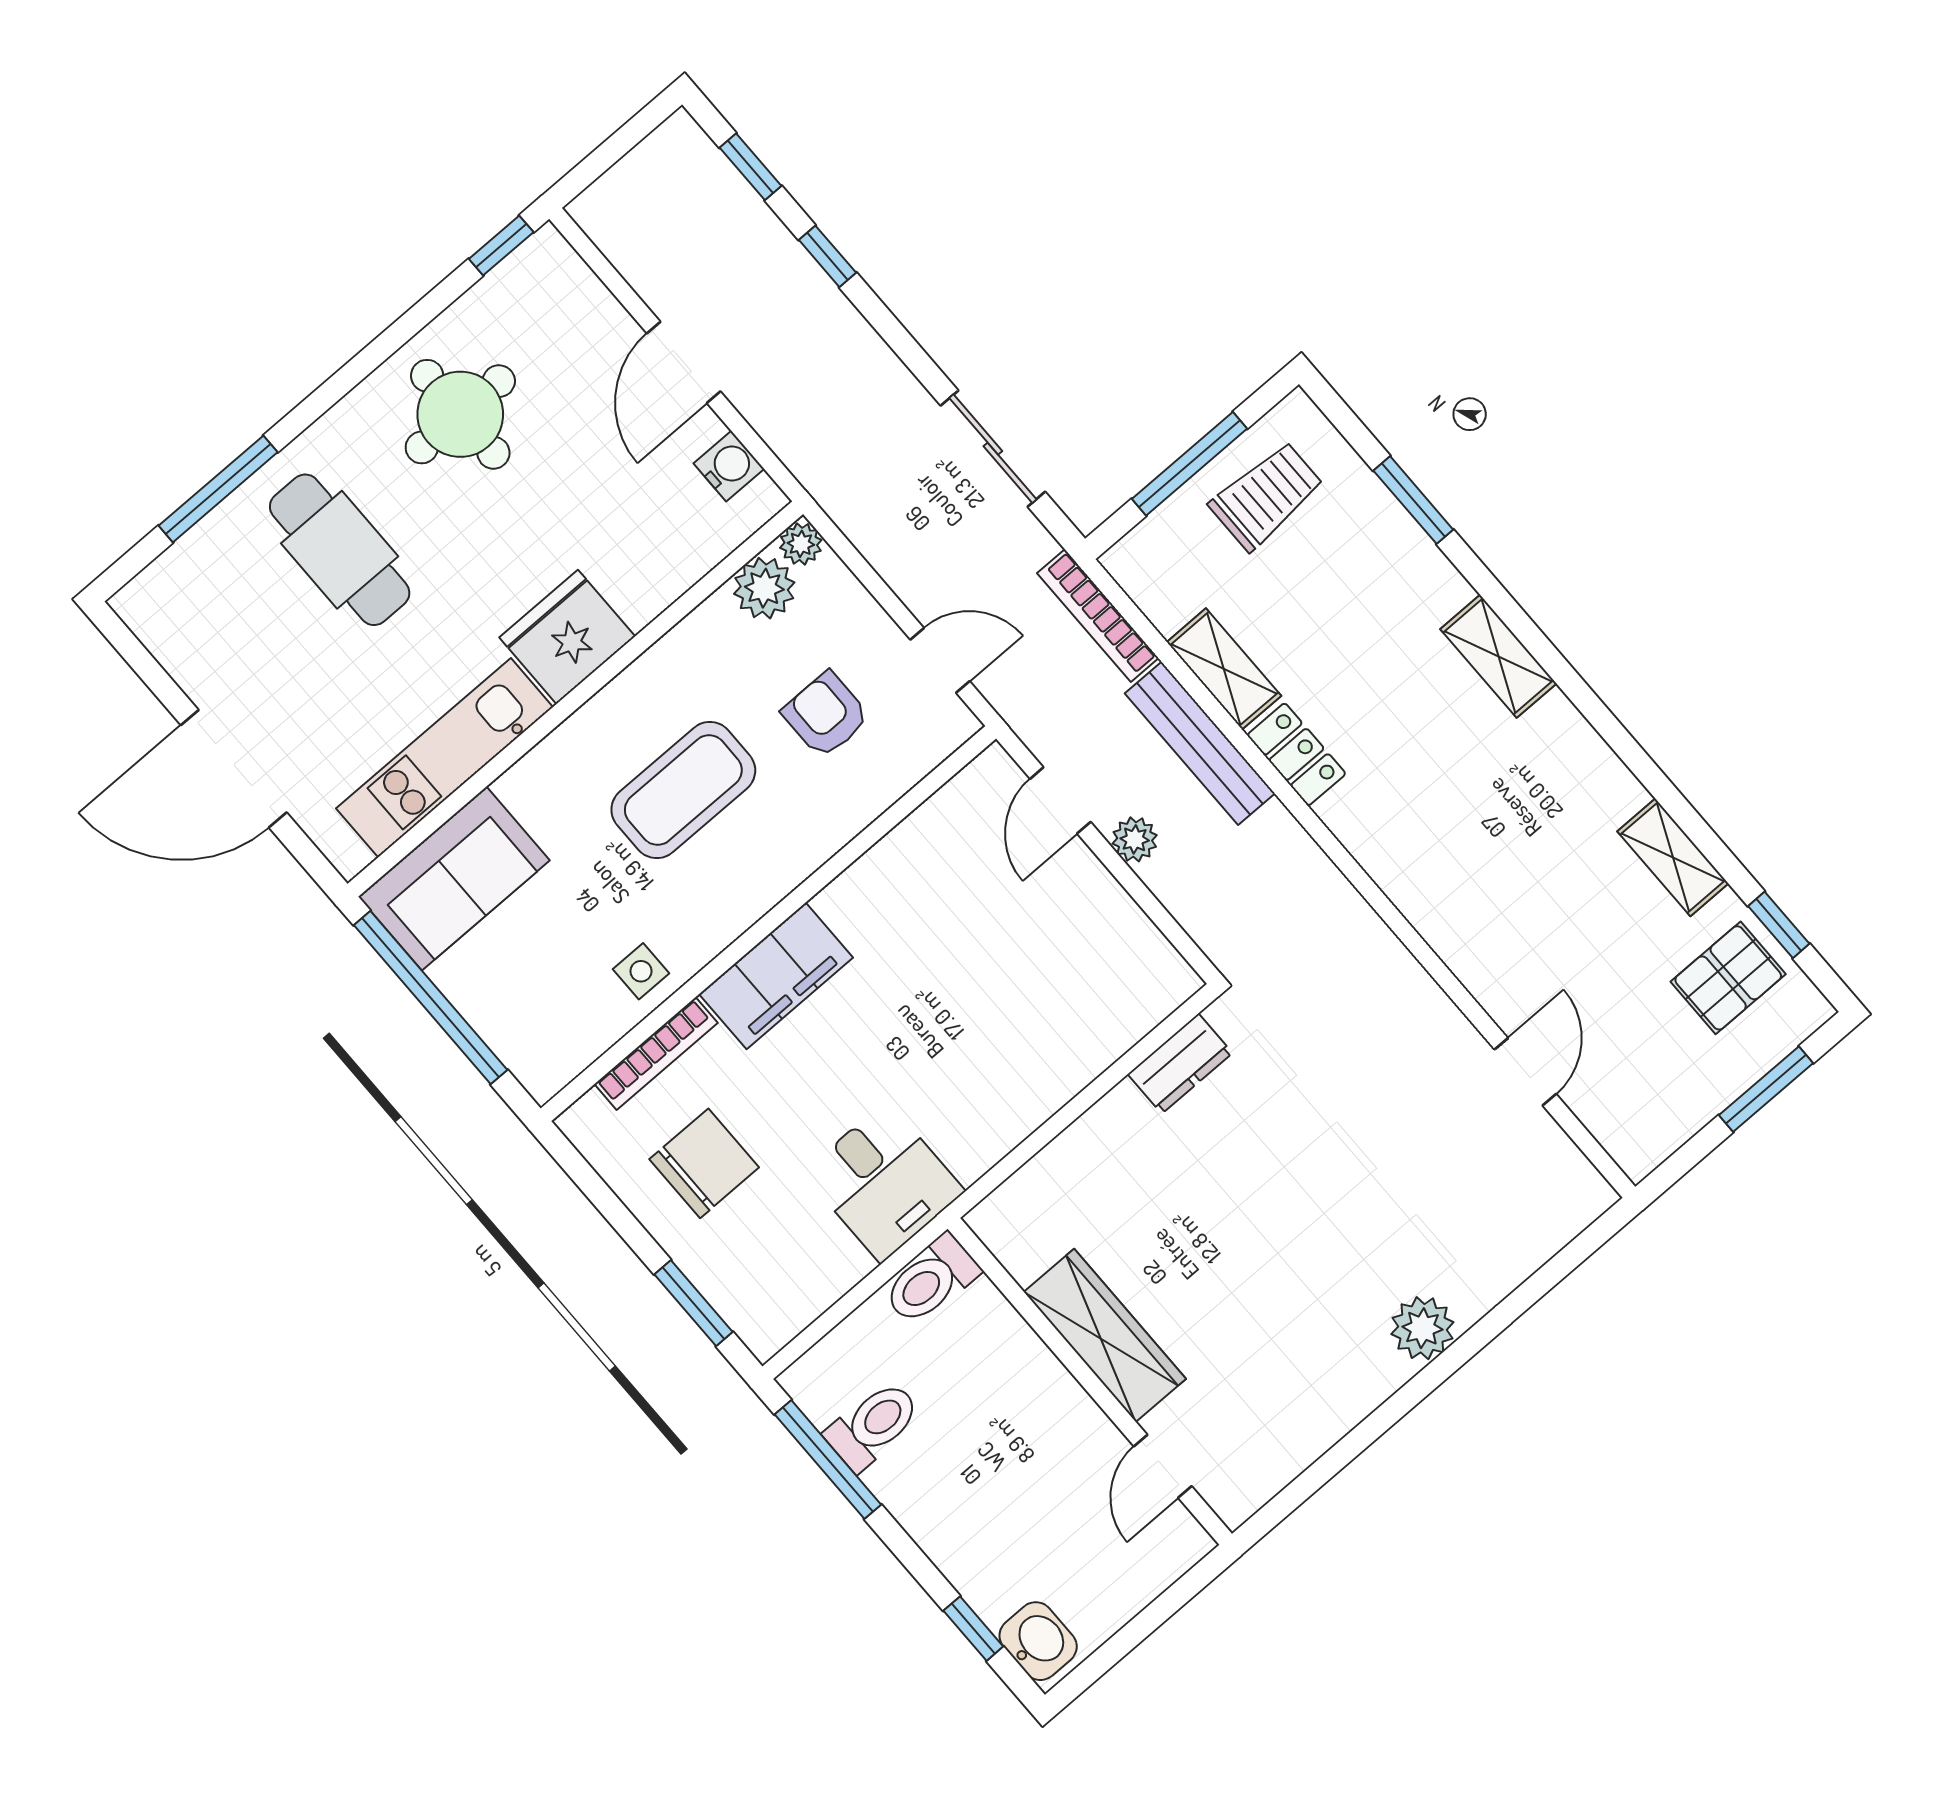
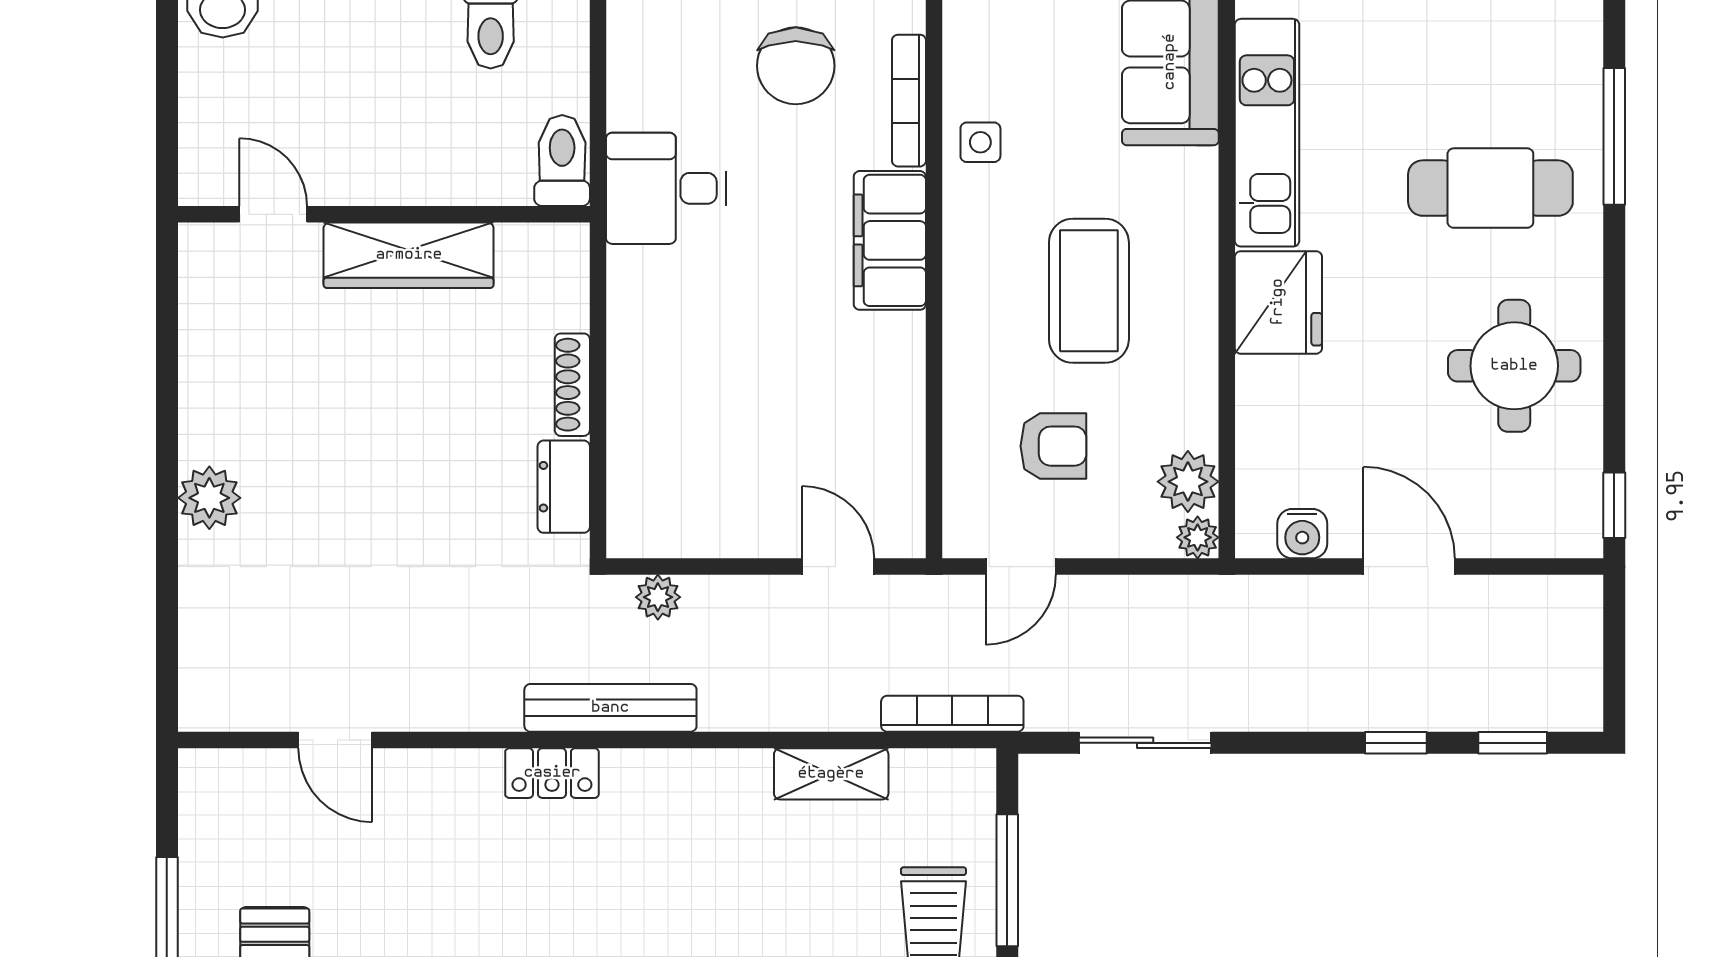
bench: (1200, 743) -> (610, 708), moved
locker: (1296, 754) -> (552, 773), moved
plant: (1135, 839) -> (658, 597), moved
shoe rack: (1096, 1124) -> (572, 385), added

